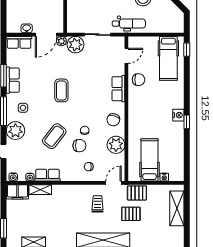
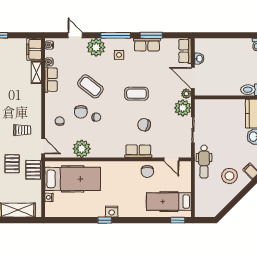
chair: (113, 120) -> (144, 125), moved
hospital bed: (149, 160) -> (73, 179), width x1.37, depth x1.29

